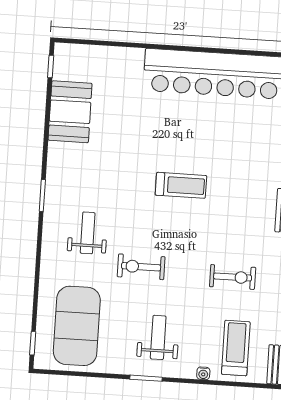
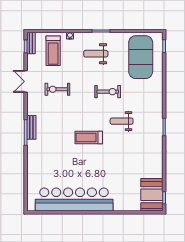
booth: (70, 112) -> (152, 195), moved
weight bench: (88, 233) -> (122, 121), moved, turned 90
weight bench: (158, 337) -> (96, 54), turned 90

